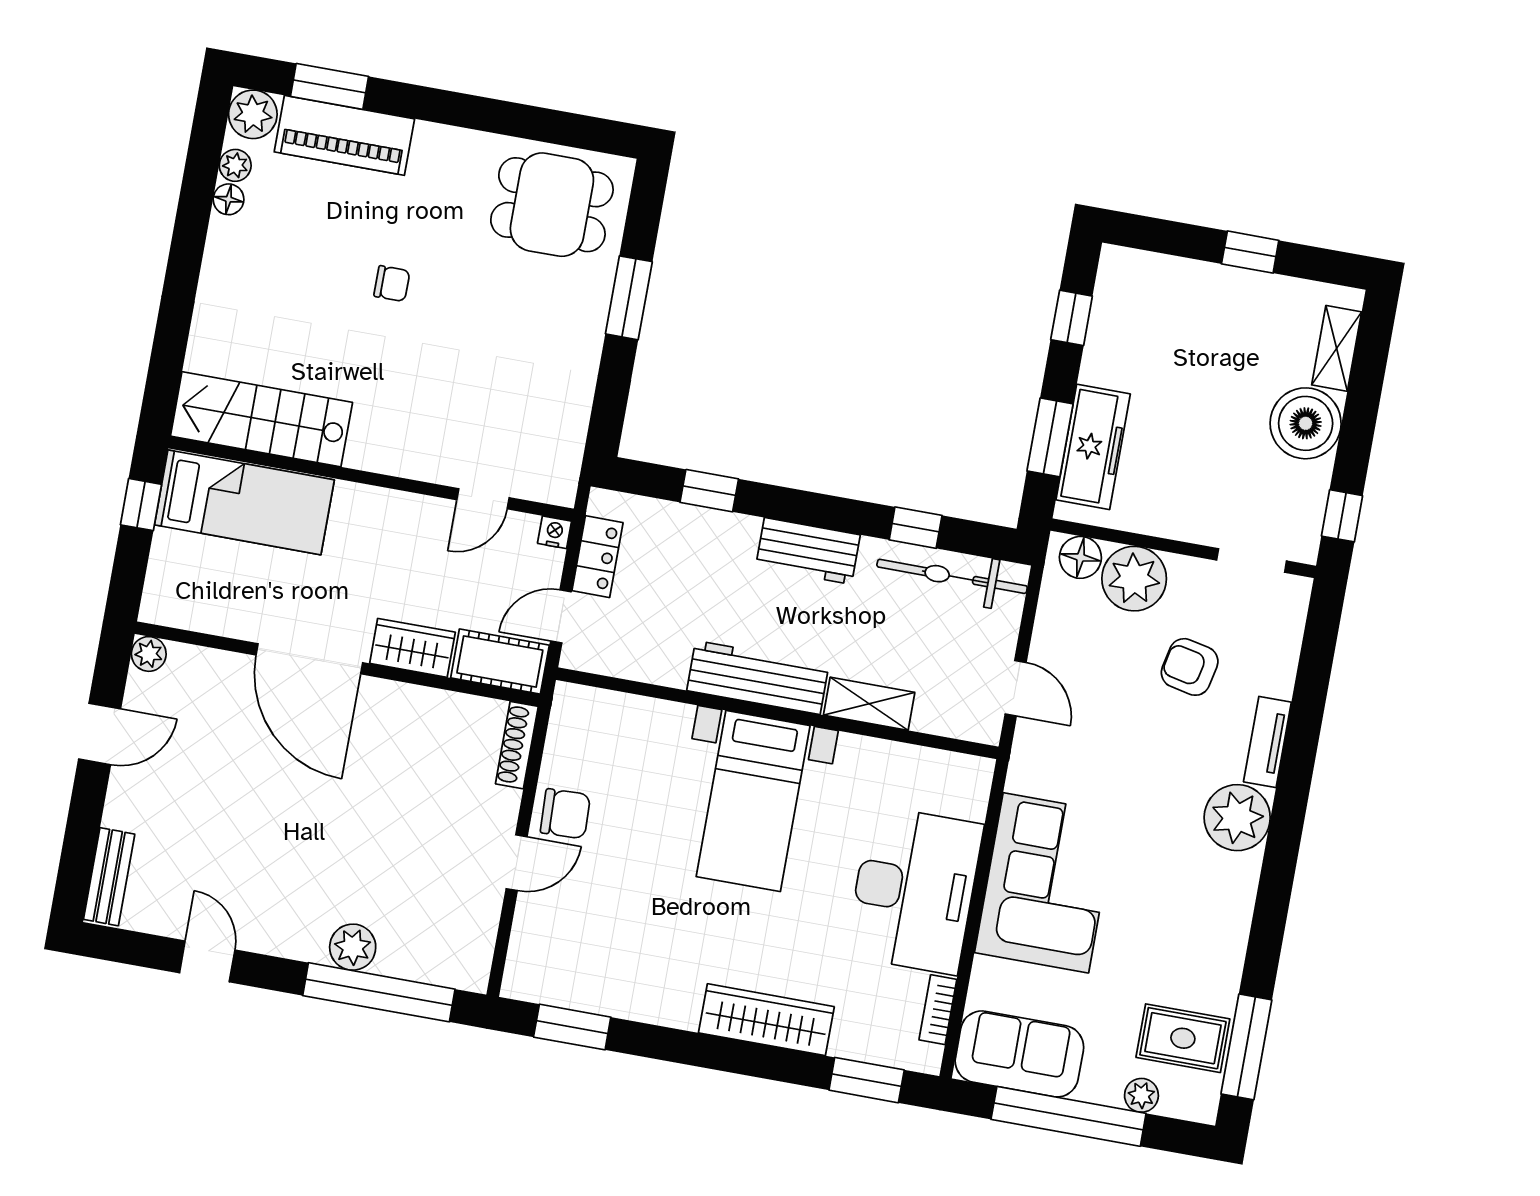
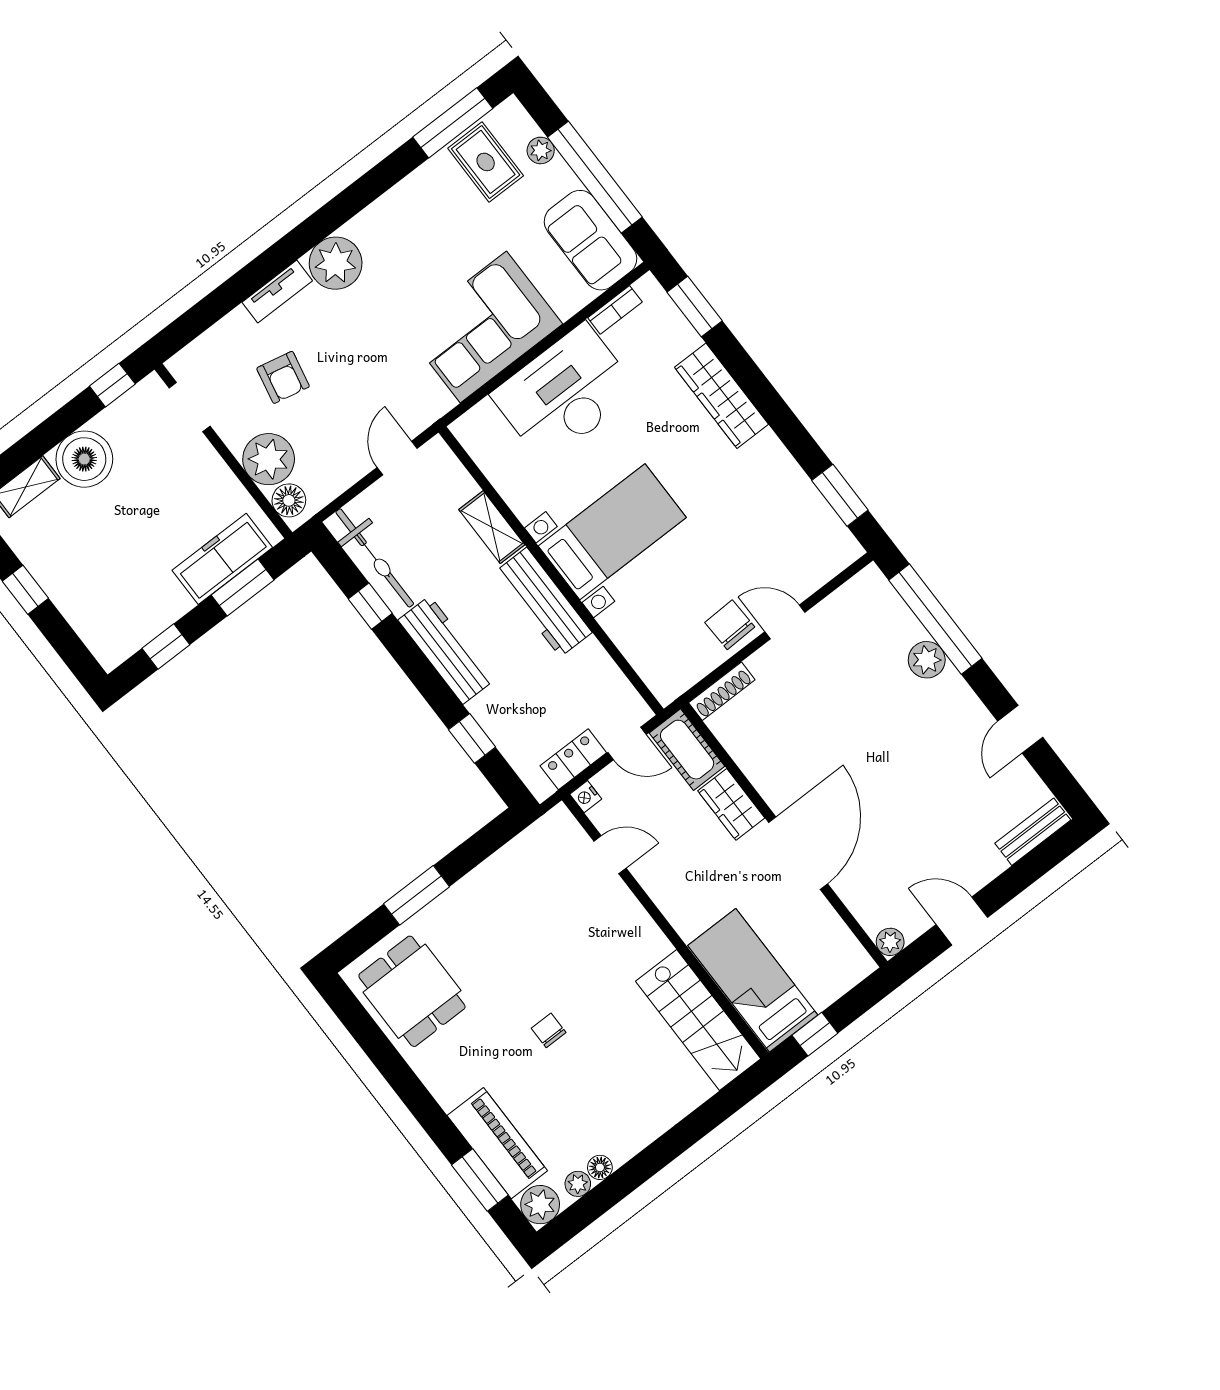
workbench: (808, 551) -> (446, 650), width x1.38

